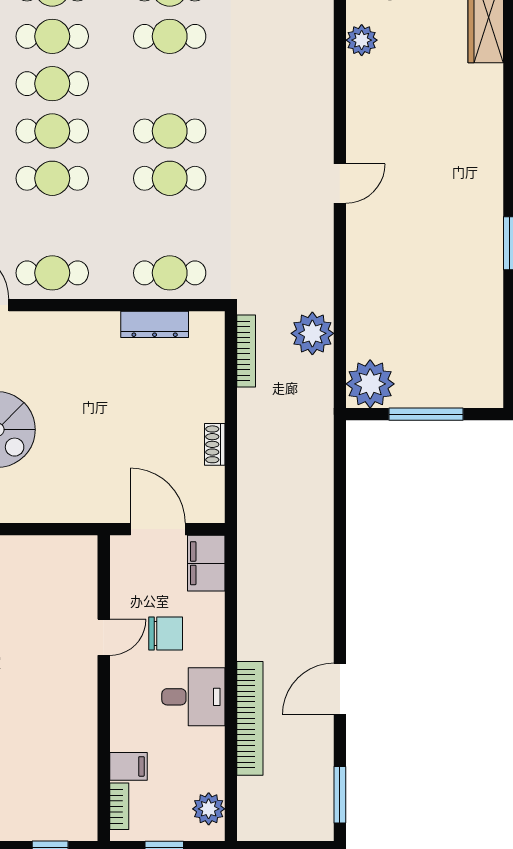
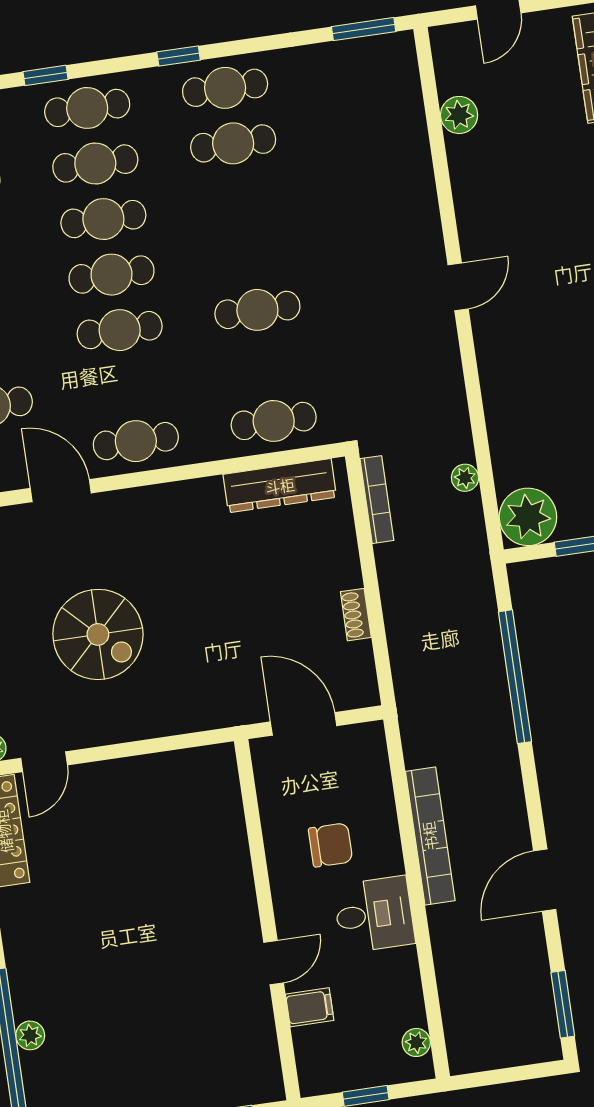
cafe table: (170, 131) -> (249, 254), removed
dresser: (155, 324) -> (280, 486), width x1.37, depth x1.24
plant: (312, 333) -> (465, 478), width x0.53, depth x0.53
window: (340, 516) -> (515, 677), added
filing cabinet: (206, 563) -> (366, 755), removed
door: (104, 637) -> (274, 963), moved
bookcase: (250, 718) -> (430, 836), moved
bookcase: (119, 806) -> (306, 1056), removed
plant: (209, 809) -> (416, 1042), width x0.73, depth x0.73

